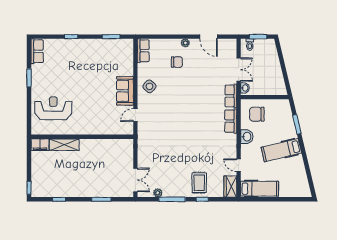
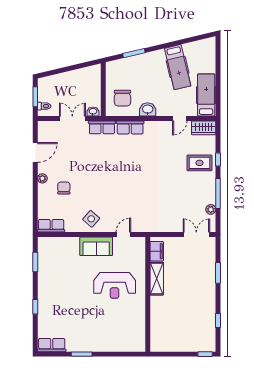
reception desk: (53, 108) -> (115, 285), moved, turned -90
door: (135, 115) -> (123, 235), swing flipped
filing cabinet: (40, 145) -> (157, 251), moved
shelving: (64, 145) -> (157, 279), moved
hospital bed: (281, 150) -> (178, 67), moved

